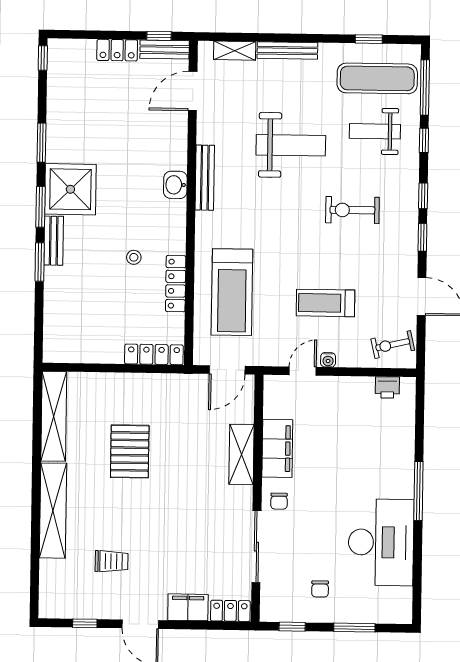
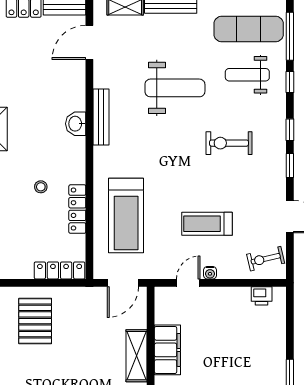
pallet: (130, 451) -> (35, 321), moved

